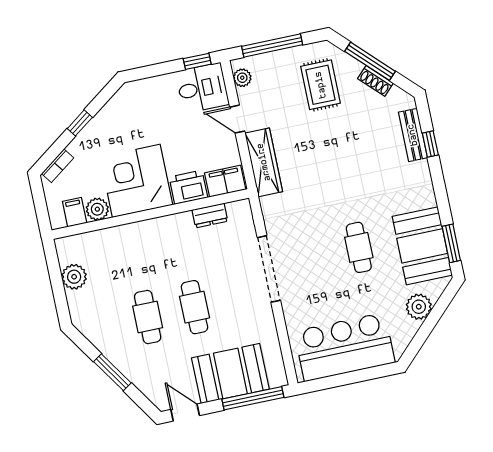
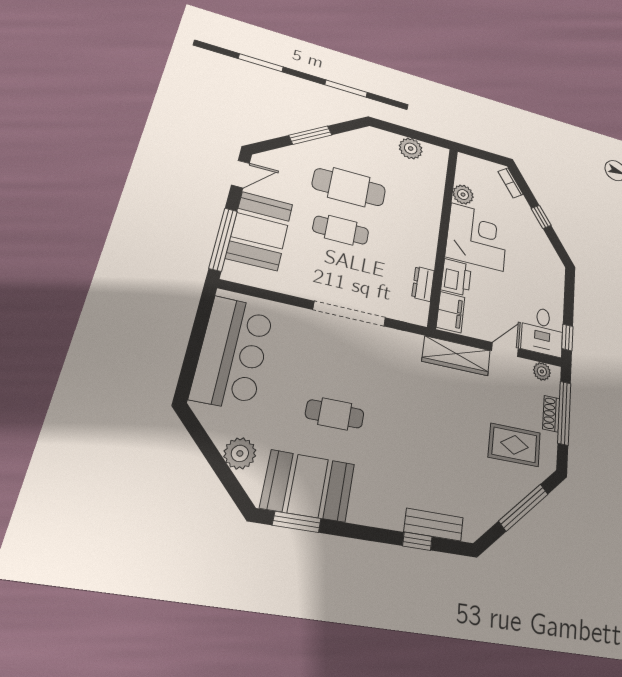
shoe rack: (375, 81) -> (551, 414), moved, turned -45
filing cabinet: (75, 212) -> (467, 176), removed
cafe table: (148, 317) -> (349, 187), width x1.37, depth x1.35

